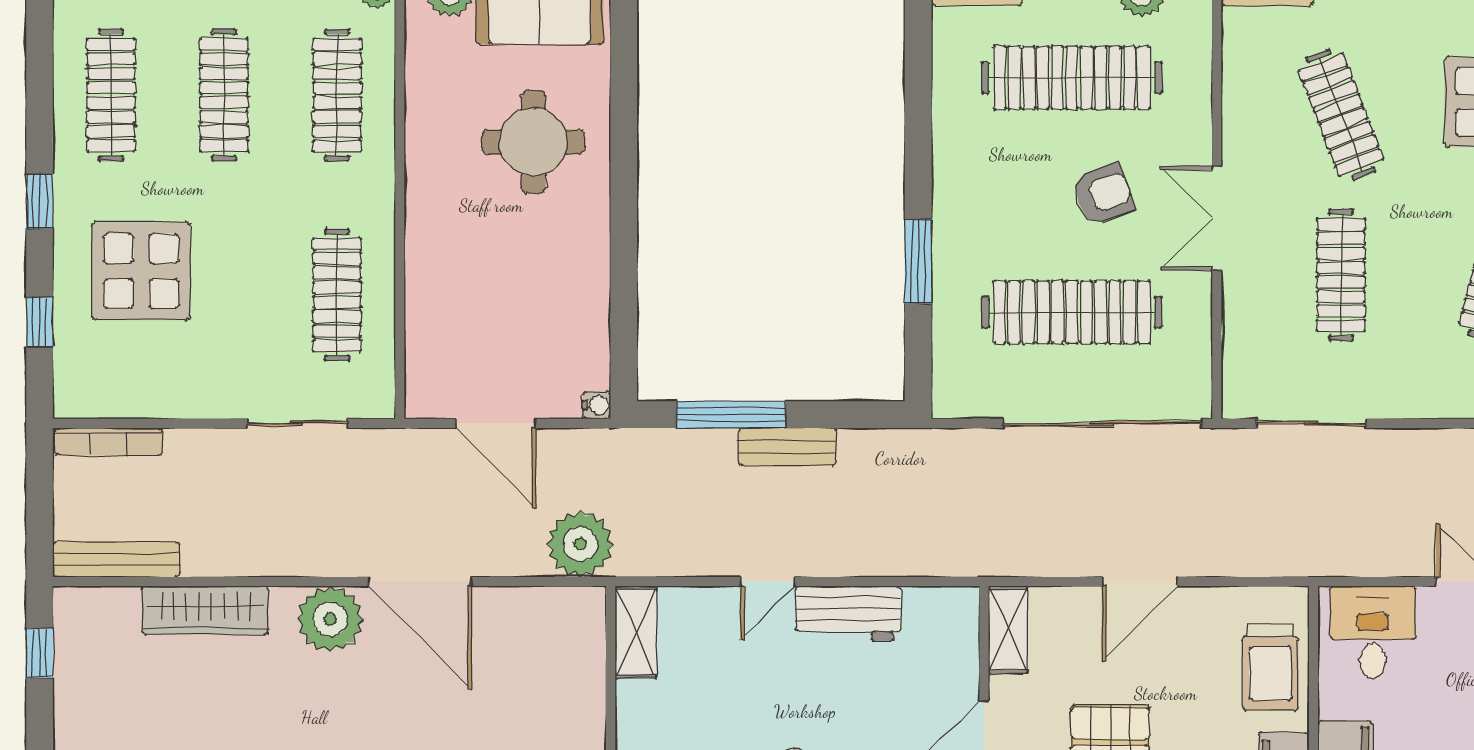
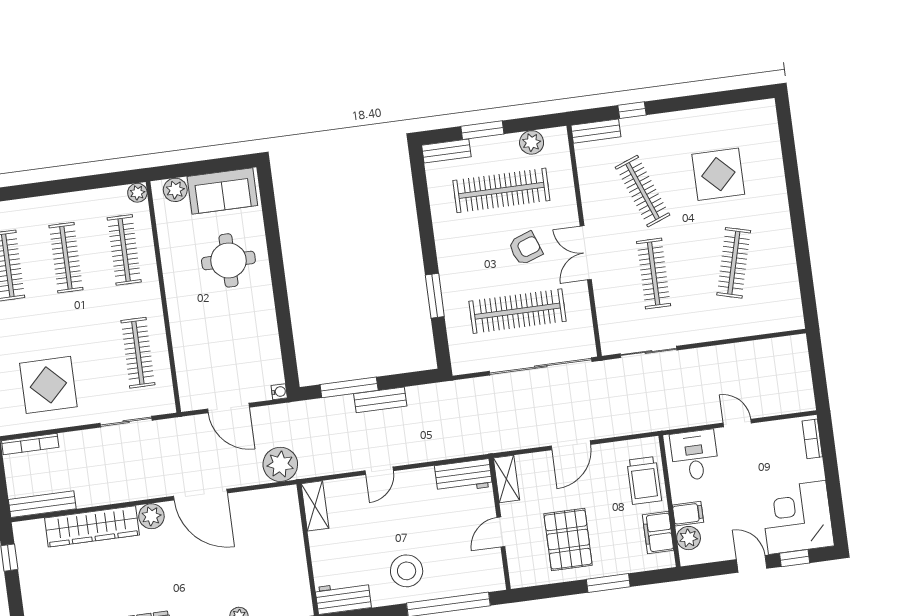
display table: (141, 271) -> (48, 385), moved
wardrobe: (205, 610) -> (92, 526), width x1.40, depth x1.17
workbench: (848, 613) -> (463, 476), moved
plant: (330, 619) -> (151, 516), width x0.73, depth x0.73

